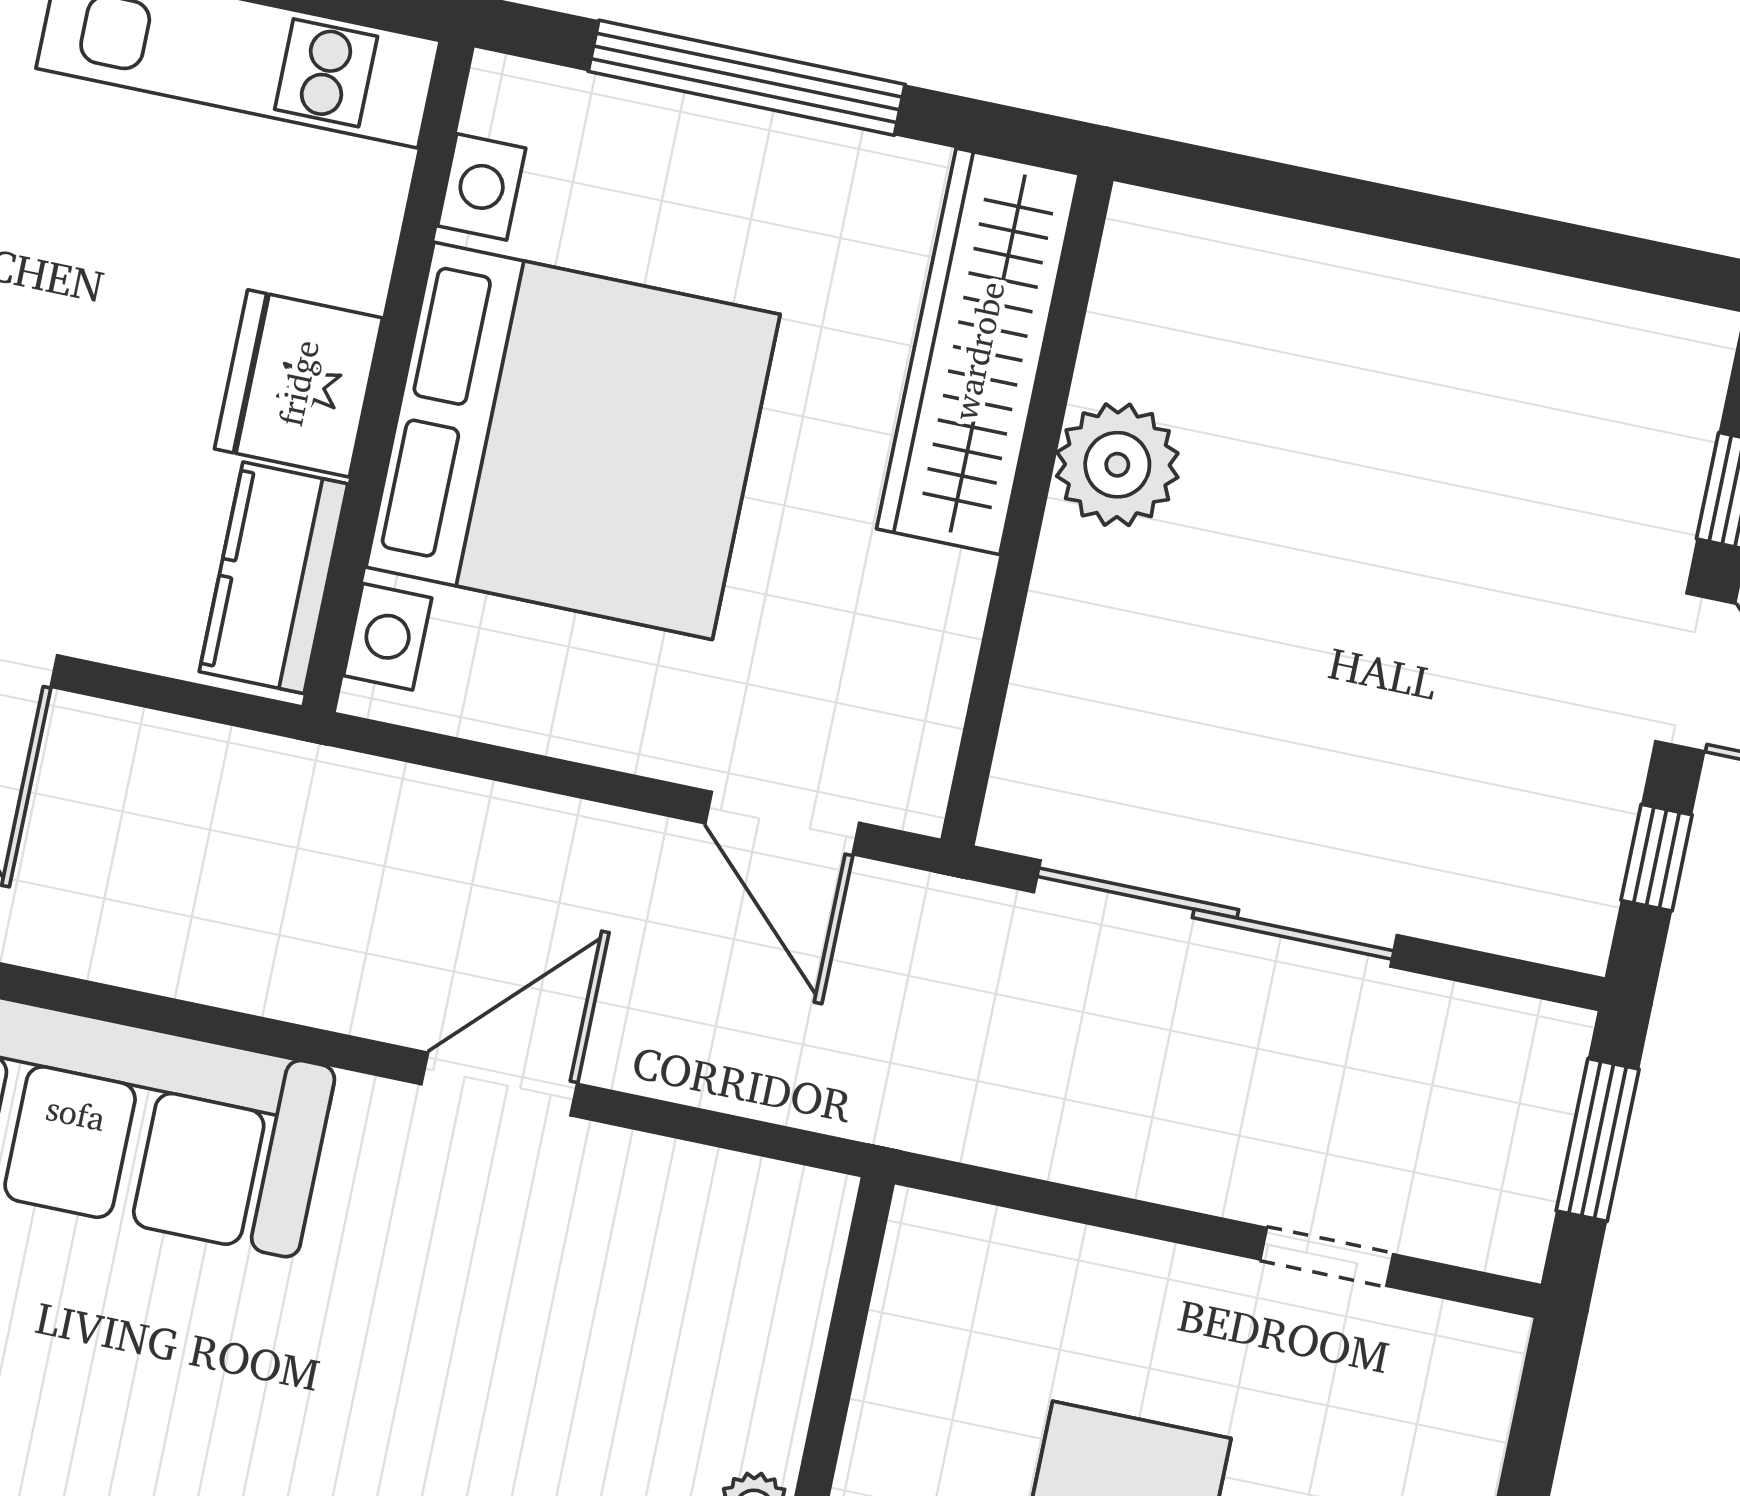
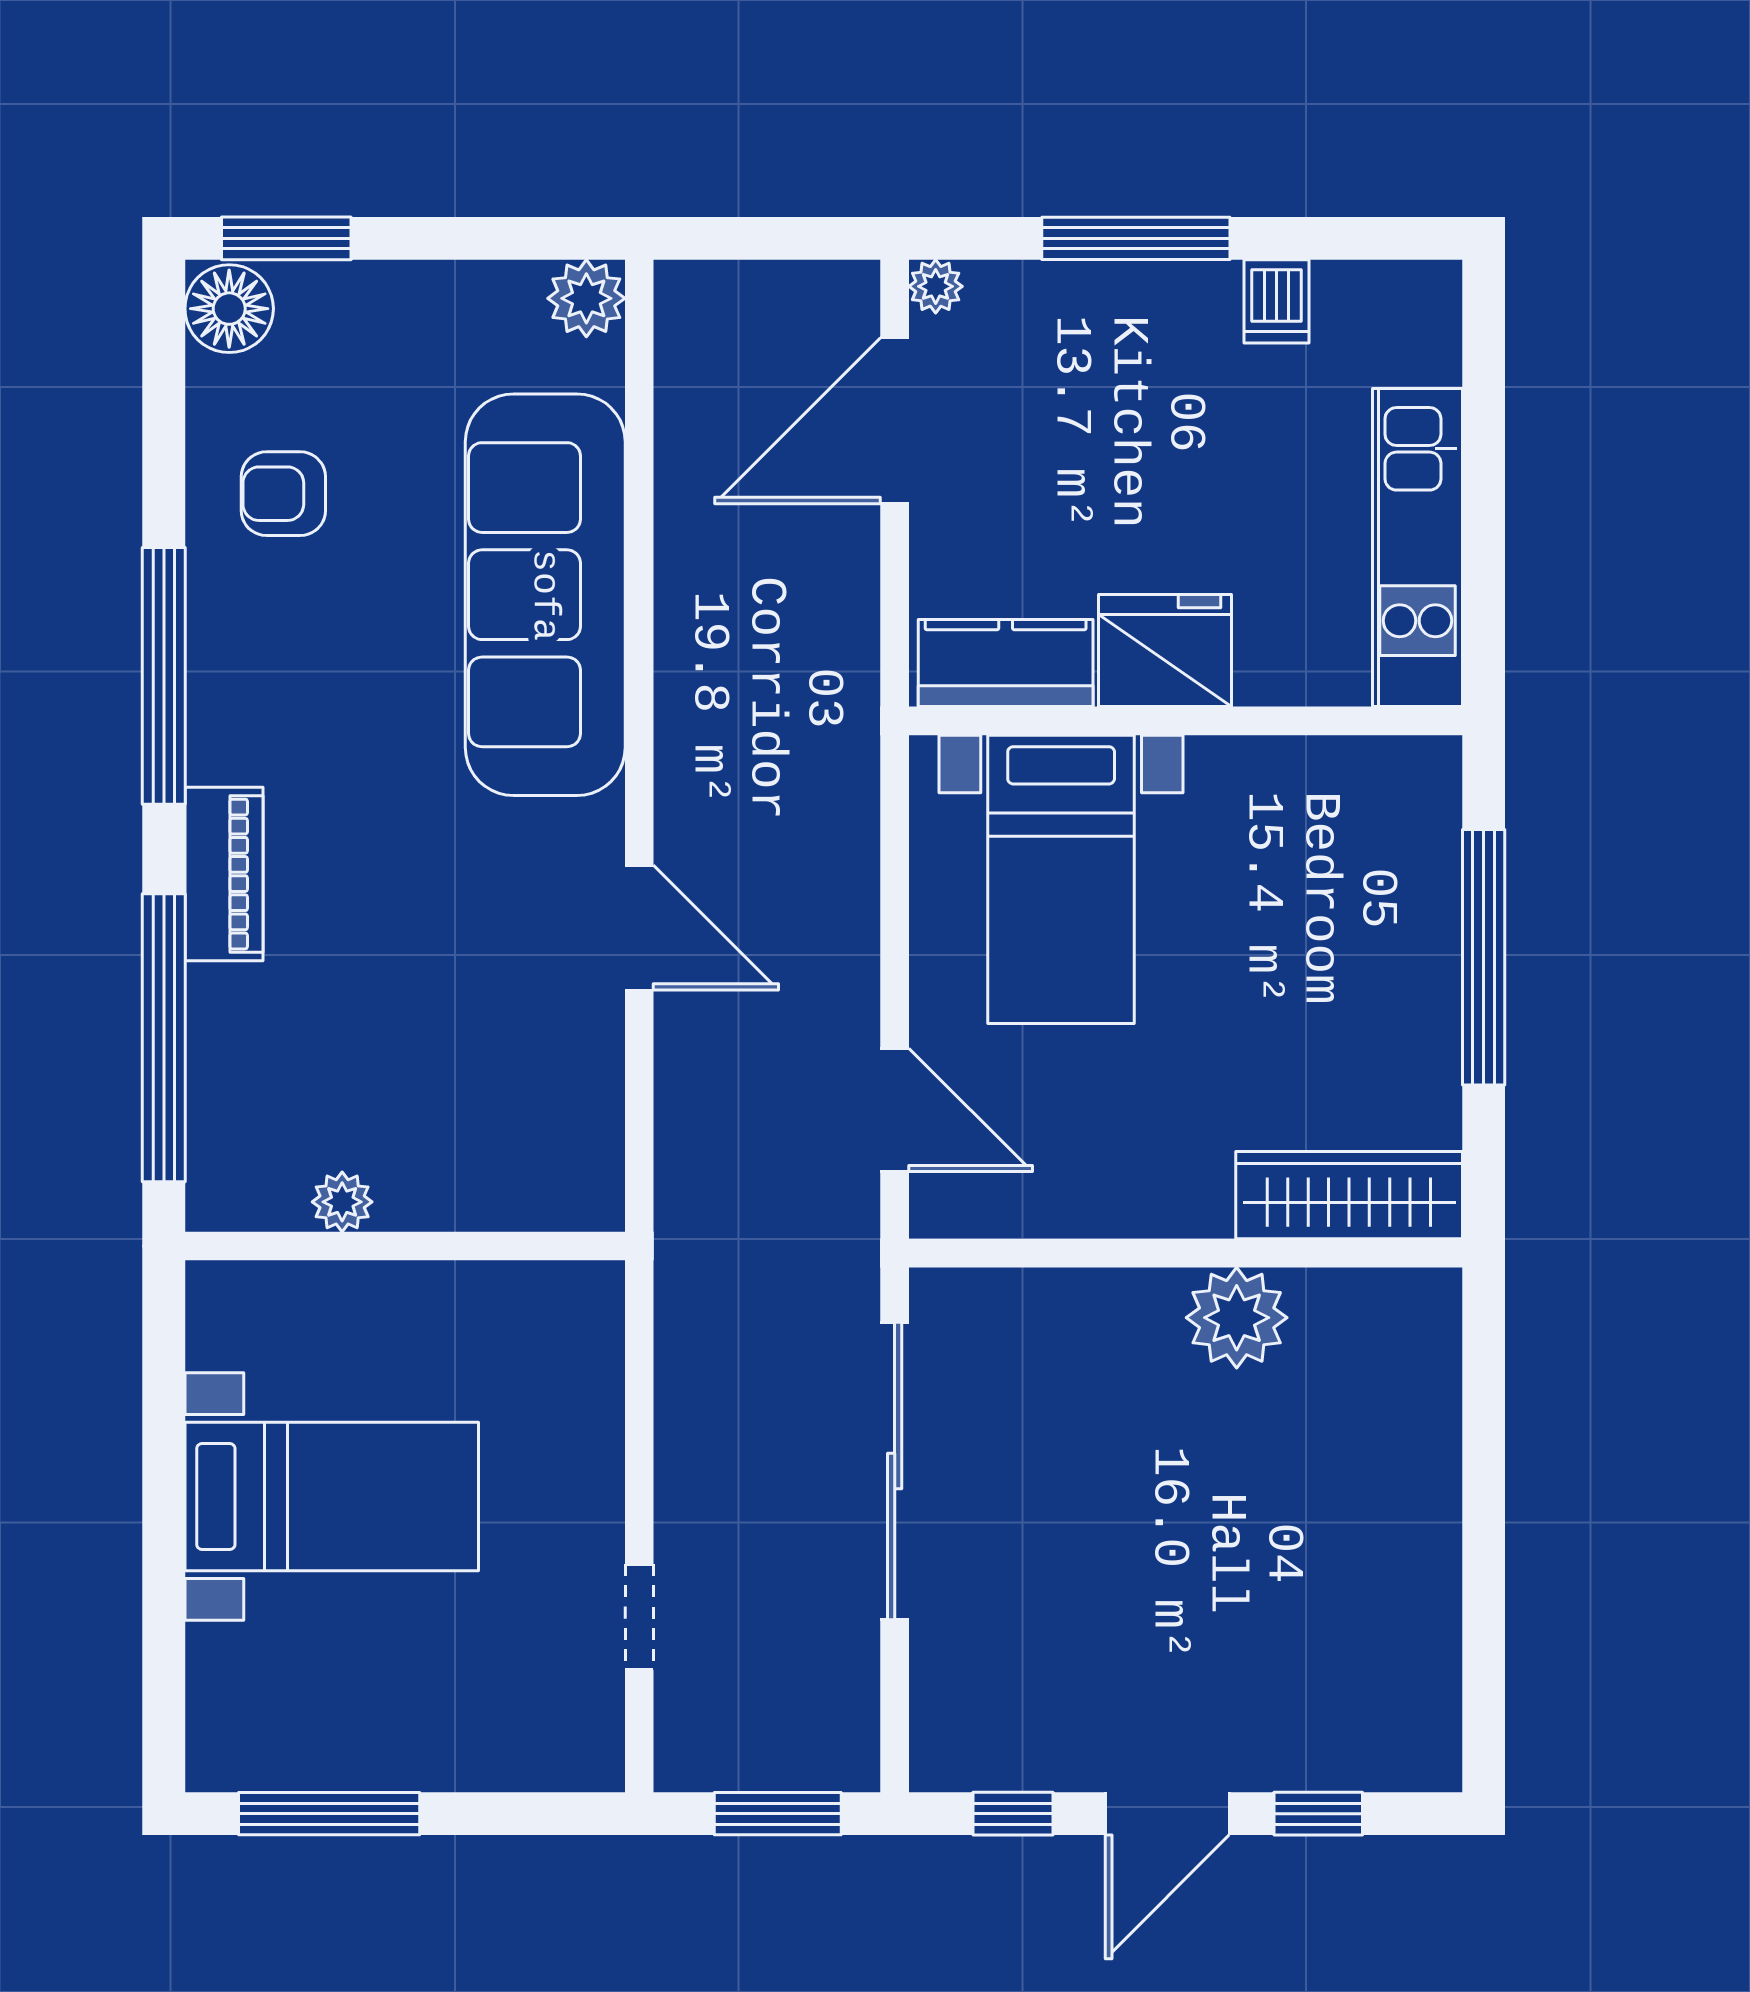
wardrobe: (978, 351) -> (1349, 1195), width x0.71, depth x0.85
bed with nightstands: (573, 441) -> (1061, 879), width x0.54
door: (782, 823) -> (895, 1110), swing flipped

